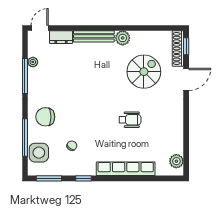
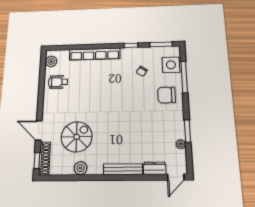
plant: (123, 38) -> (81, 168), moved
spiral stairs: (144, 72) -> (77, 137), turned 180
window: (25, 76) -> (187, 131), width x0.69
door: (186, 79) -> (39, 130), hinge flipped
chair: (45, 117) -> (167, 95), turned 180
wheelchair: (130, 120) -> (58, 82), moved

